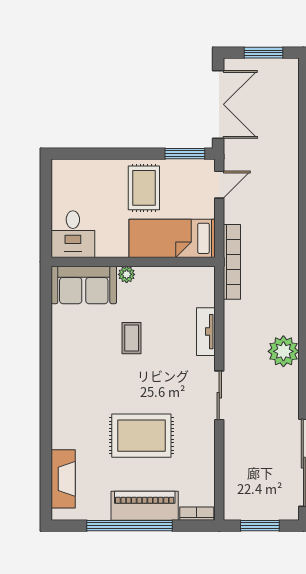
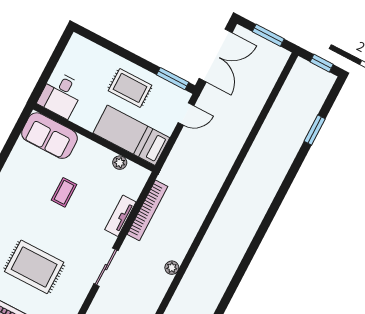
rug: (144, 188) -> (130, 88), turned 90
bookcase: (232, 262) -> (147, 210), moved
plant: (127, 274) -> (120, 163), moved
plant: (283, 351) -> (172, 268), width x0.53, depth x0.53

